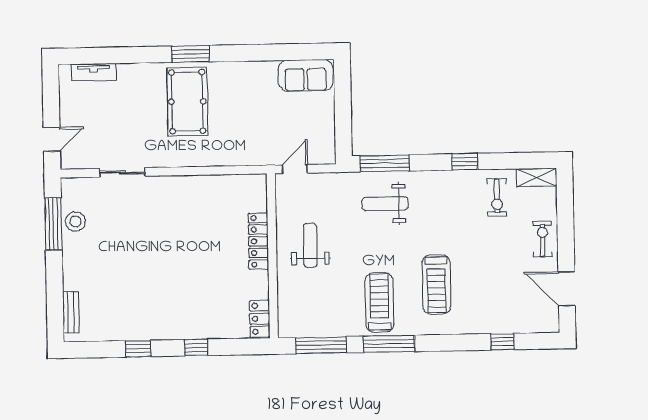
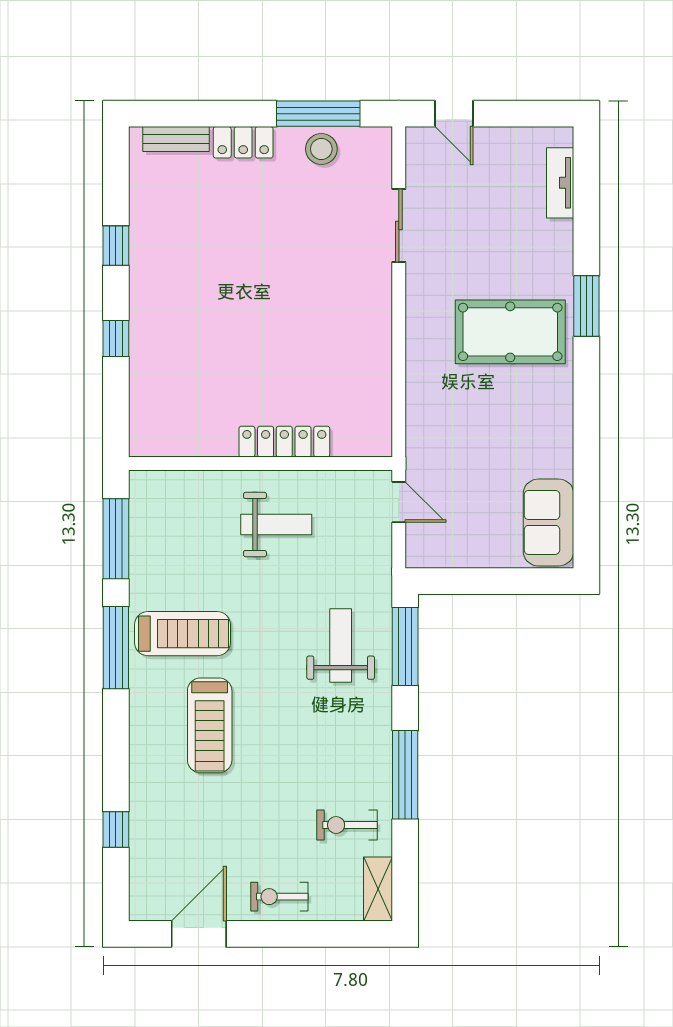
window: (190, 54) -> (586, 306), moved
window: (465, 162) -> (405, 775), width x2.17
exercise bike: (542, 239) -> (279, 897), turned 180
treadmill: (436, 284) -> (210, 725), turned -90
locker: (260, 319) -> (243, 142), moved, turned 180

